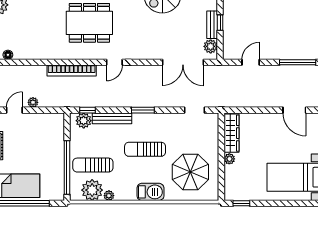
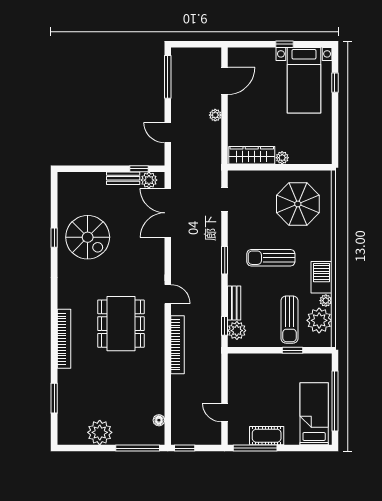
window: (220, 23) -> (139, 169), moved
double door: (183, 62) -> (168, 213), swing flipped
plant: (33, 102) -> (215, 115), moved
bench: (112, 118) -> (234, 303), width x0.73
sun lounger: (145, 149) -> (271, 258), turned 90
window: (67, 168) -> (293, 350), width x0.32
barbecue: (150, 192) -> (321, 277), moved
window: (241, 203) -> (335, 83), moved

